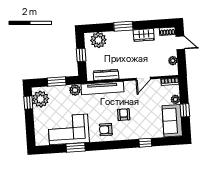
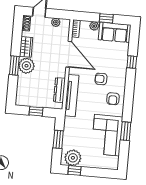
plant: (98, 40) -> (26, 66), moved
door: (143, 79) -> (69, 54), width x1.88
plant: (75, 90) -> (69, 123), removed

